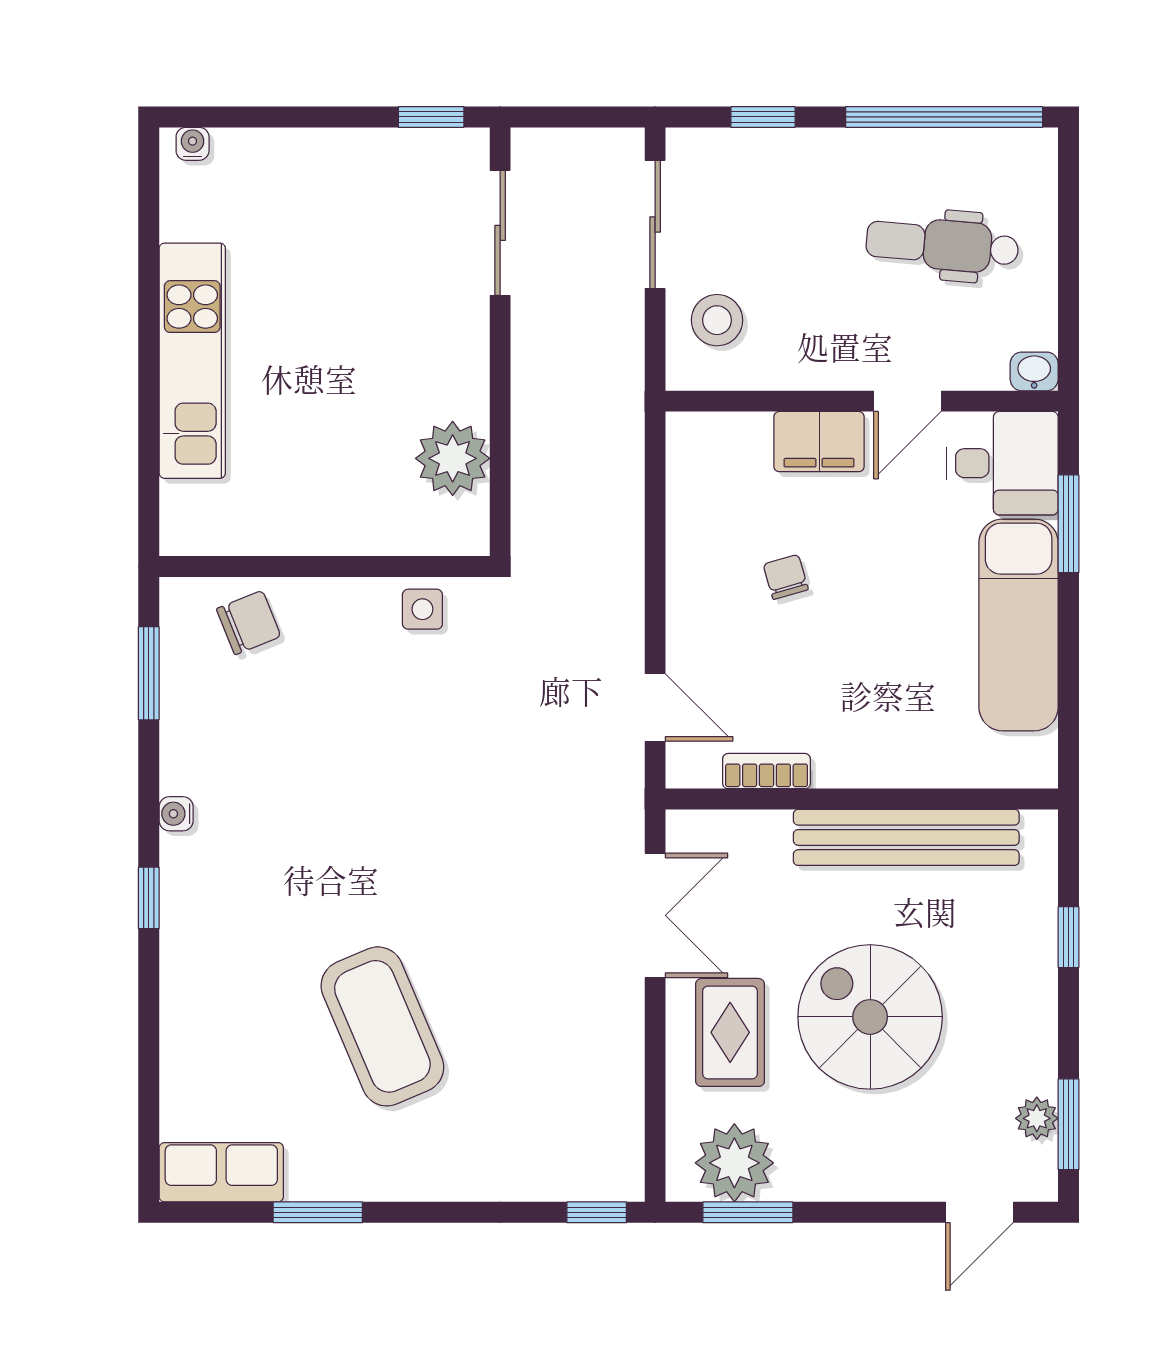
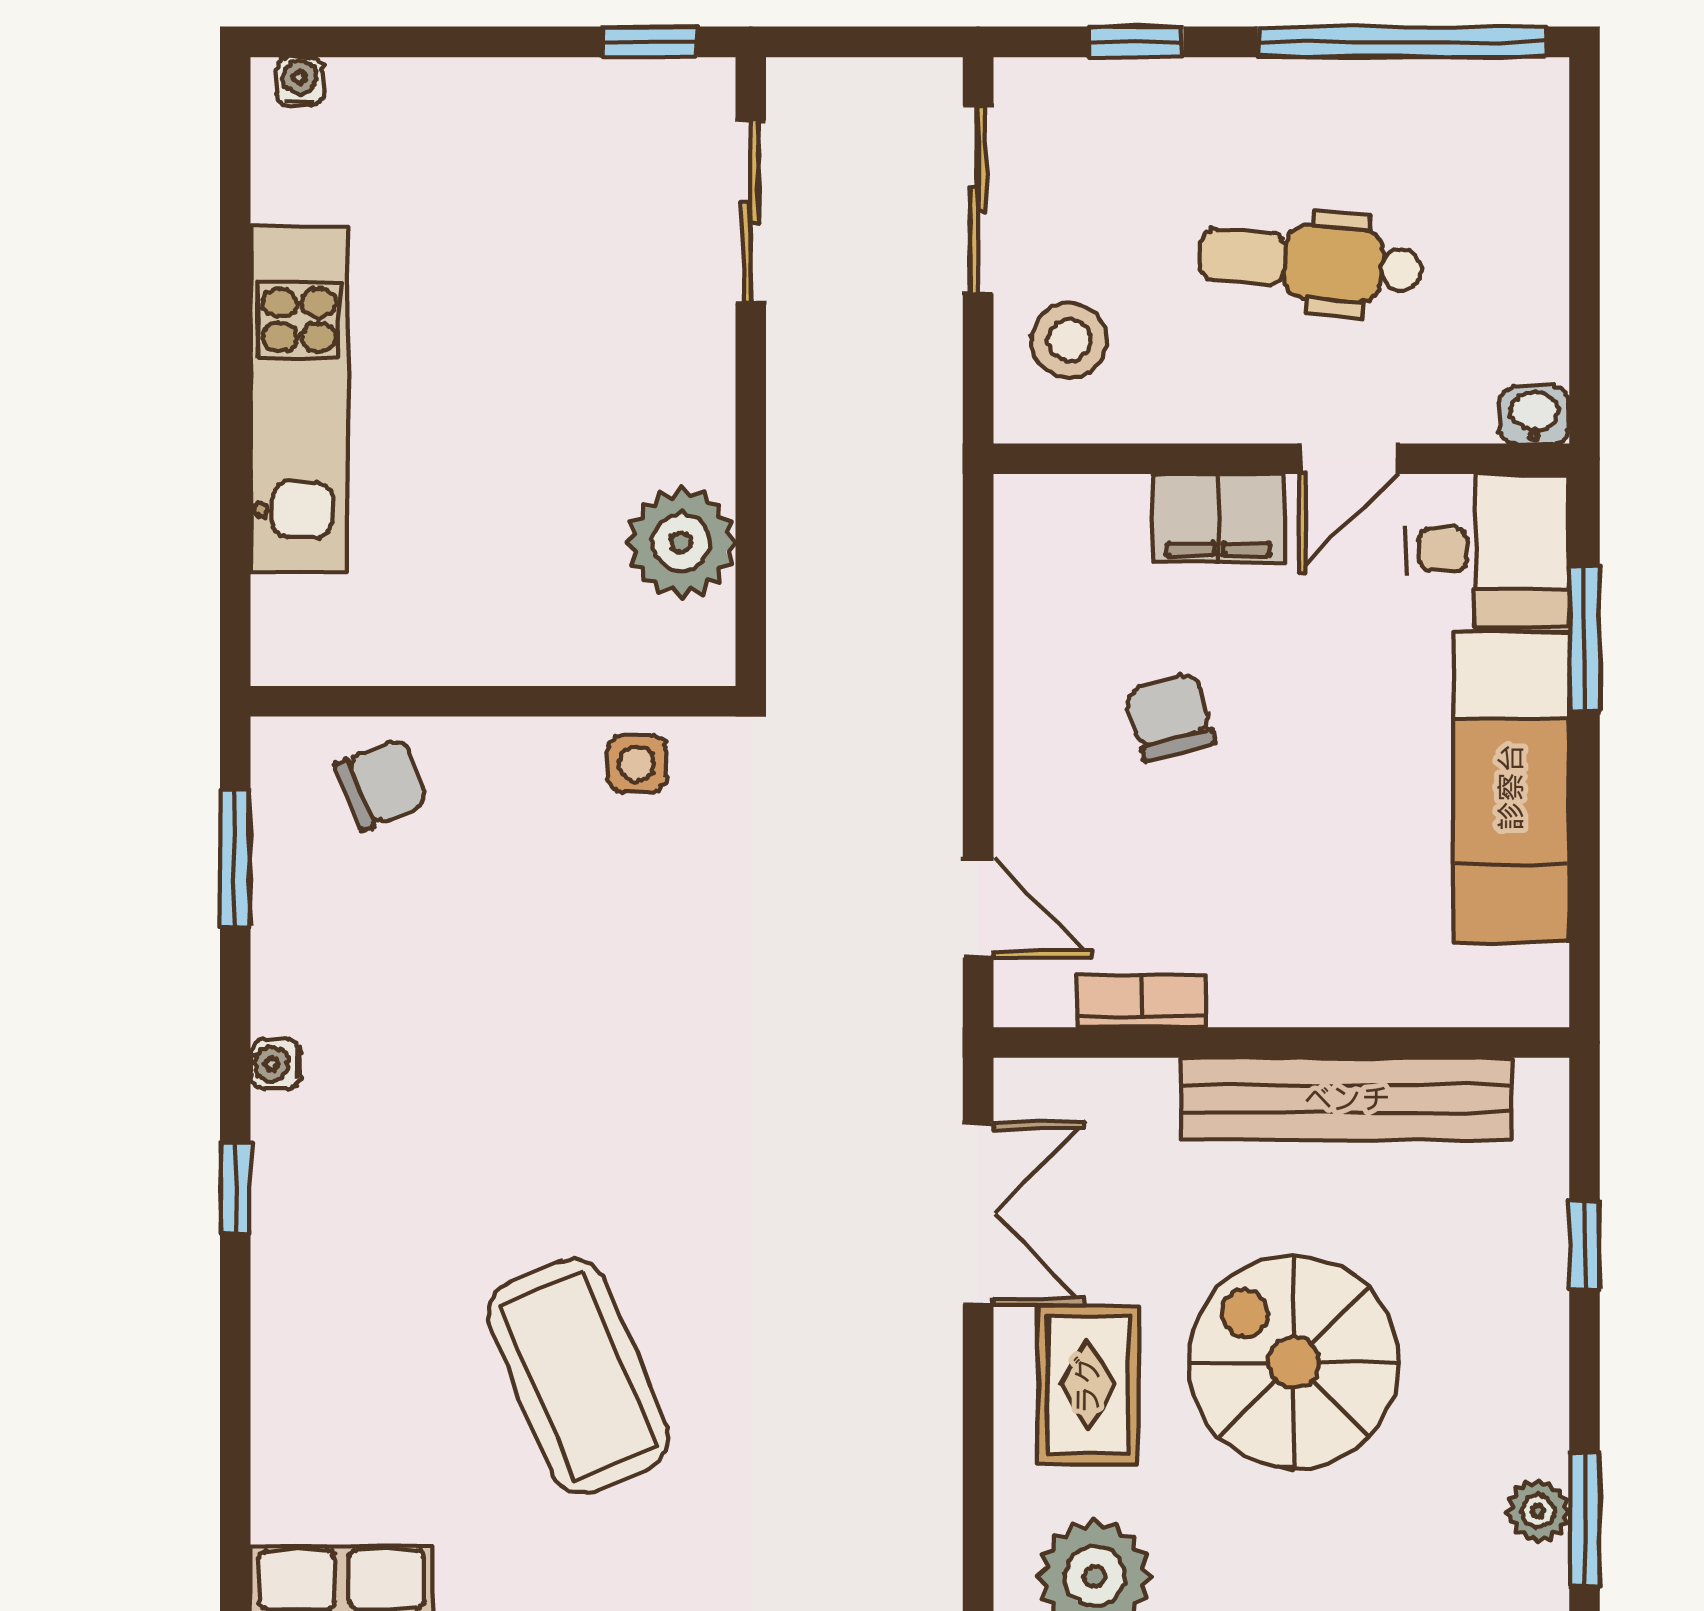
dental chair: (942, 245) -> (1311, 262), moved
chair: (786, 577) -> (1170, 717), width x1.37, depth x1.37

